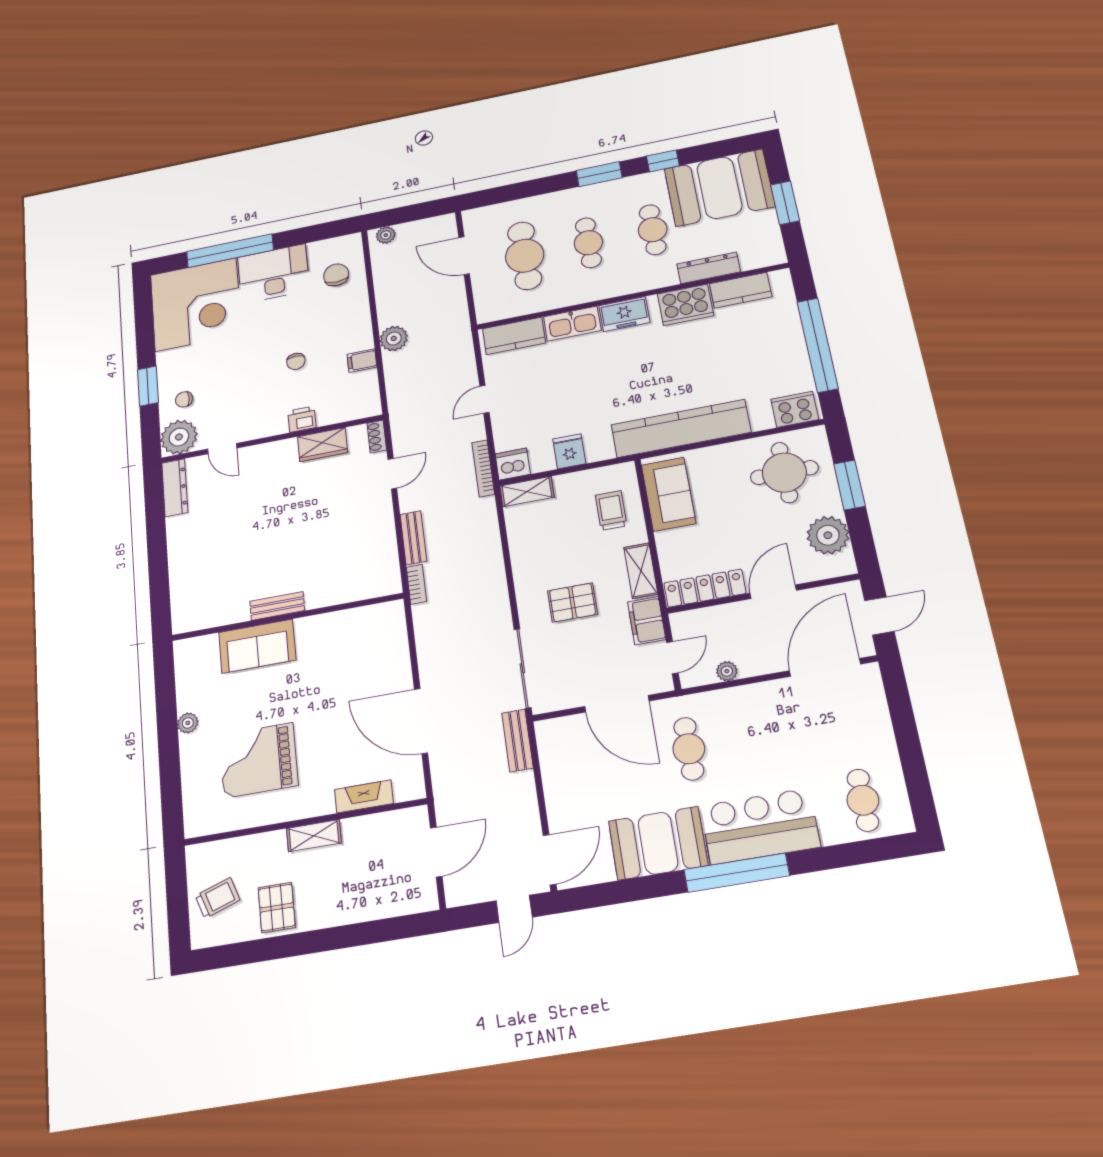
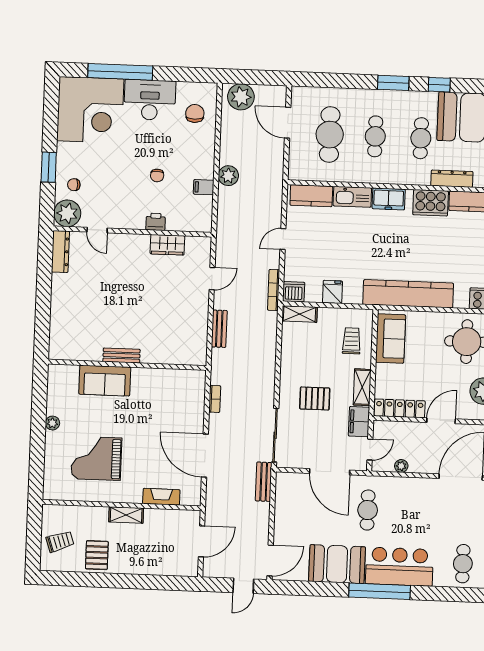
plant: (386, 235) -> (241, 97), width x1.88, depth x1.88
shoe rack: (377, 437) -> (206, 248), removed
bookcase: (416, 584) -> (215, 399), moved

